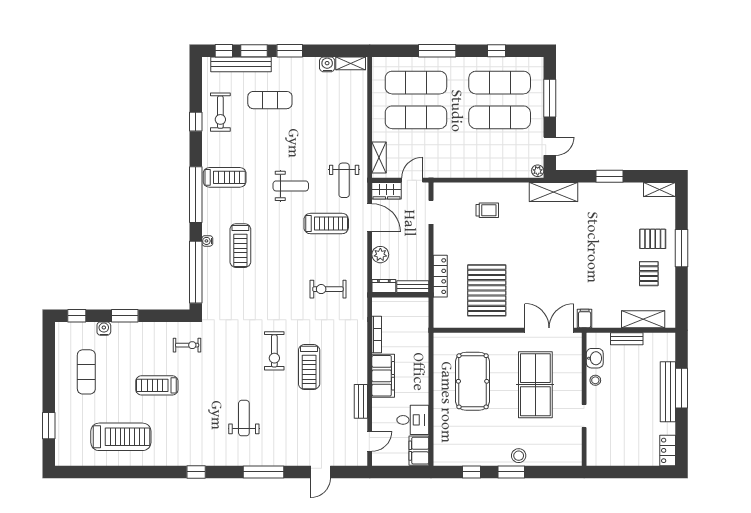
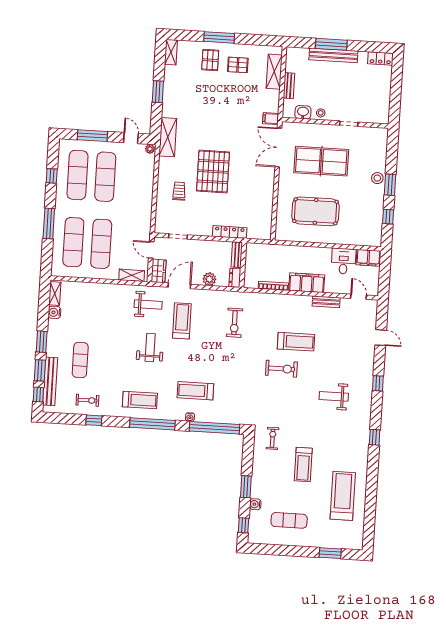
exercise bike: (220, 112) -> (87, 400), width x0.73, depth x0.72
treadmill: (225, 177) -> (140, 400), turned 90
treadmill: (240, 246) -> (195, 391), turned 180
pallet: (487, 290) -> (213, 172), moved, turned 90
window: (264, 472) -> (378, 383), width x0.46

